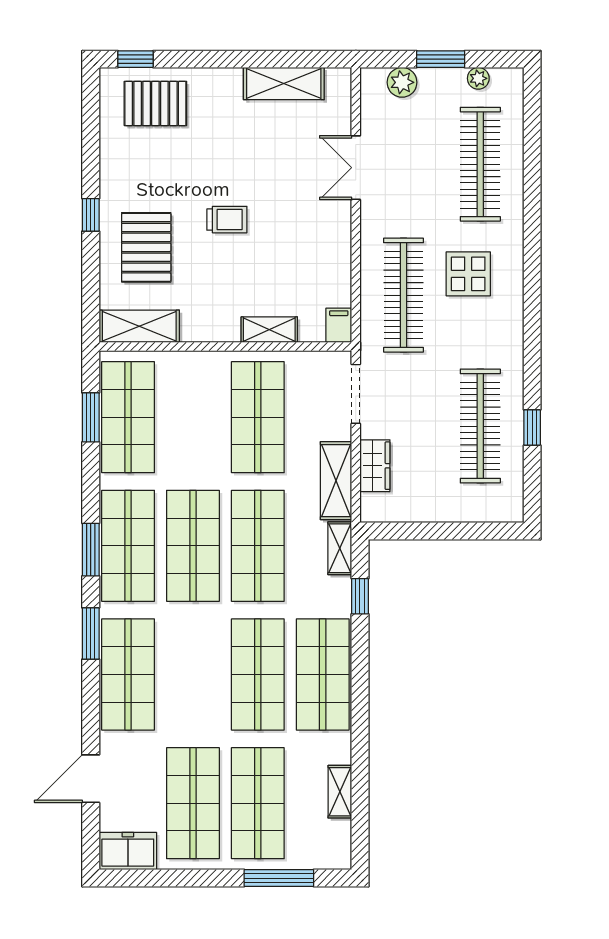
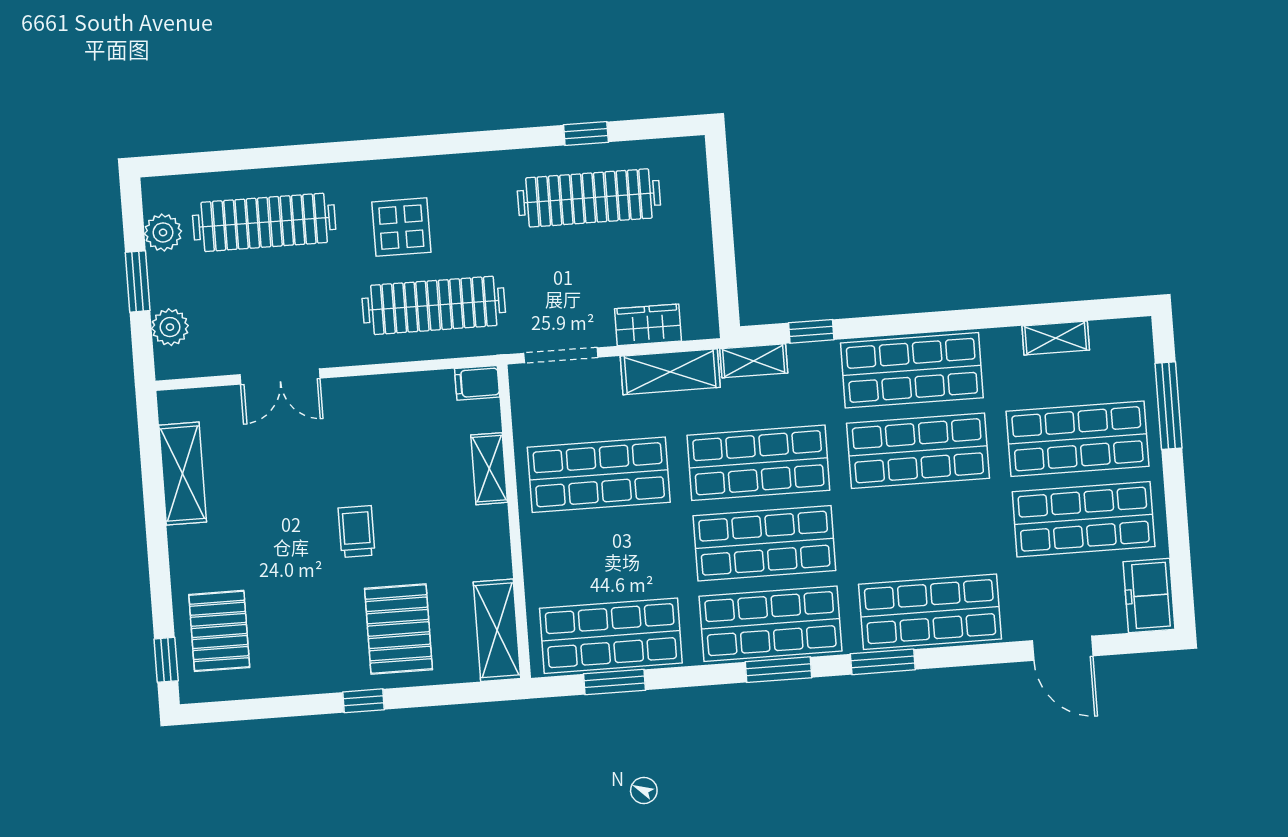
plant: (478, 78) -> (163, 232), width x1.38, depth x1.38
pallet: (146, 247) -> (399, 629), turned 90

